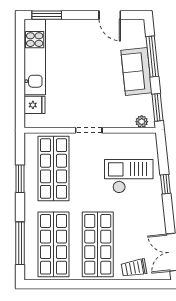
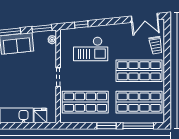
checkout: (129, 176) -> (91, 49), turned -90
window: (20, 179) -> (107, 126), moved
window: (165, 184) -> (81, 24), moved

